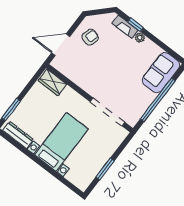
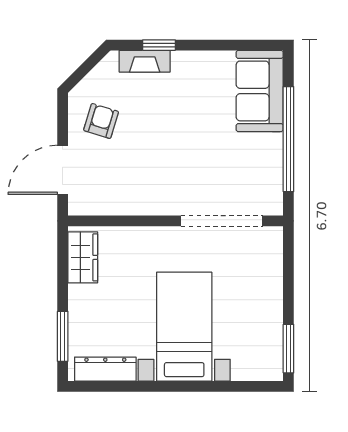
plant: (140, 38) -> (182, 60), removed
wardrobe: (53, 82) -> (83, 257), moved, turned -90
window: (105, 169) -> (288, 349), moved

